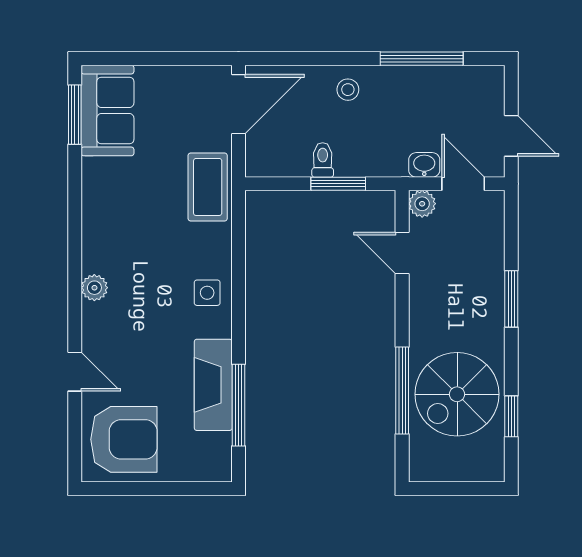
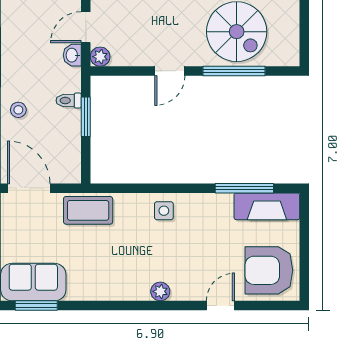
toilet: (323, 160) -> (69, 101), moved
door: (402, 253) -> (170, 71), moved
fireplace: (213, 385) -> (267, 206), moved
armchair: (124, 439) -> (269, 270), turned -90

